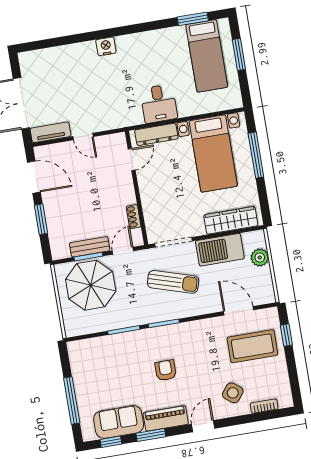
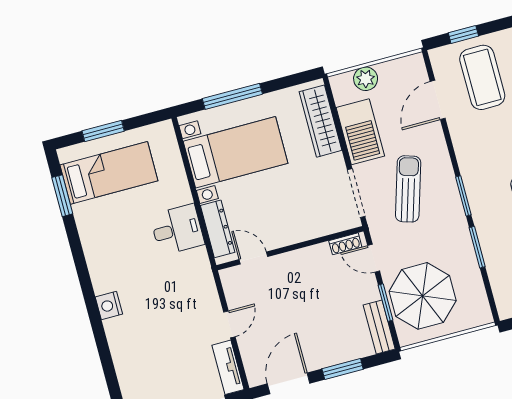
shoe rack: (134, 217) -> (345, 244), moved
bench: (90, 247) -> (379, 327), moved

